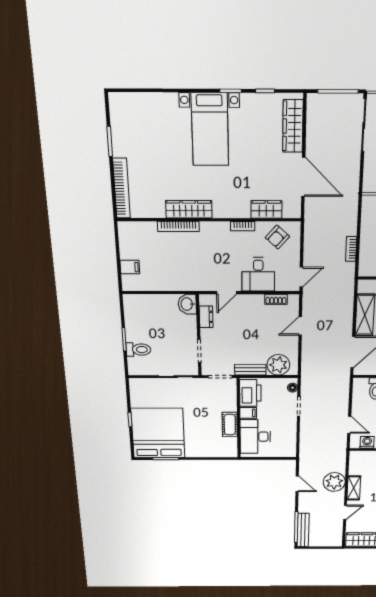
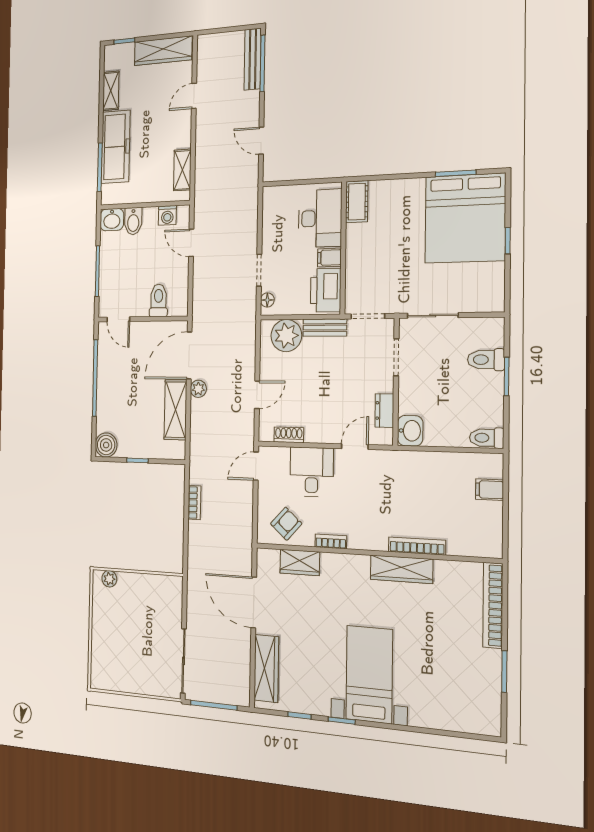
toilet: (134, 301) -> (487, 438), added
cot: (230, 425) -> (357, 202), moved
plant: (334, 482) -> (198, 389), moved, width x0.53, depth x0.53
shelving: (354, 488) -> (182, 170), moved

